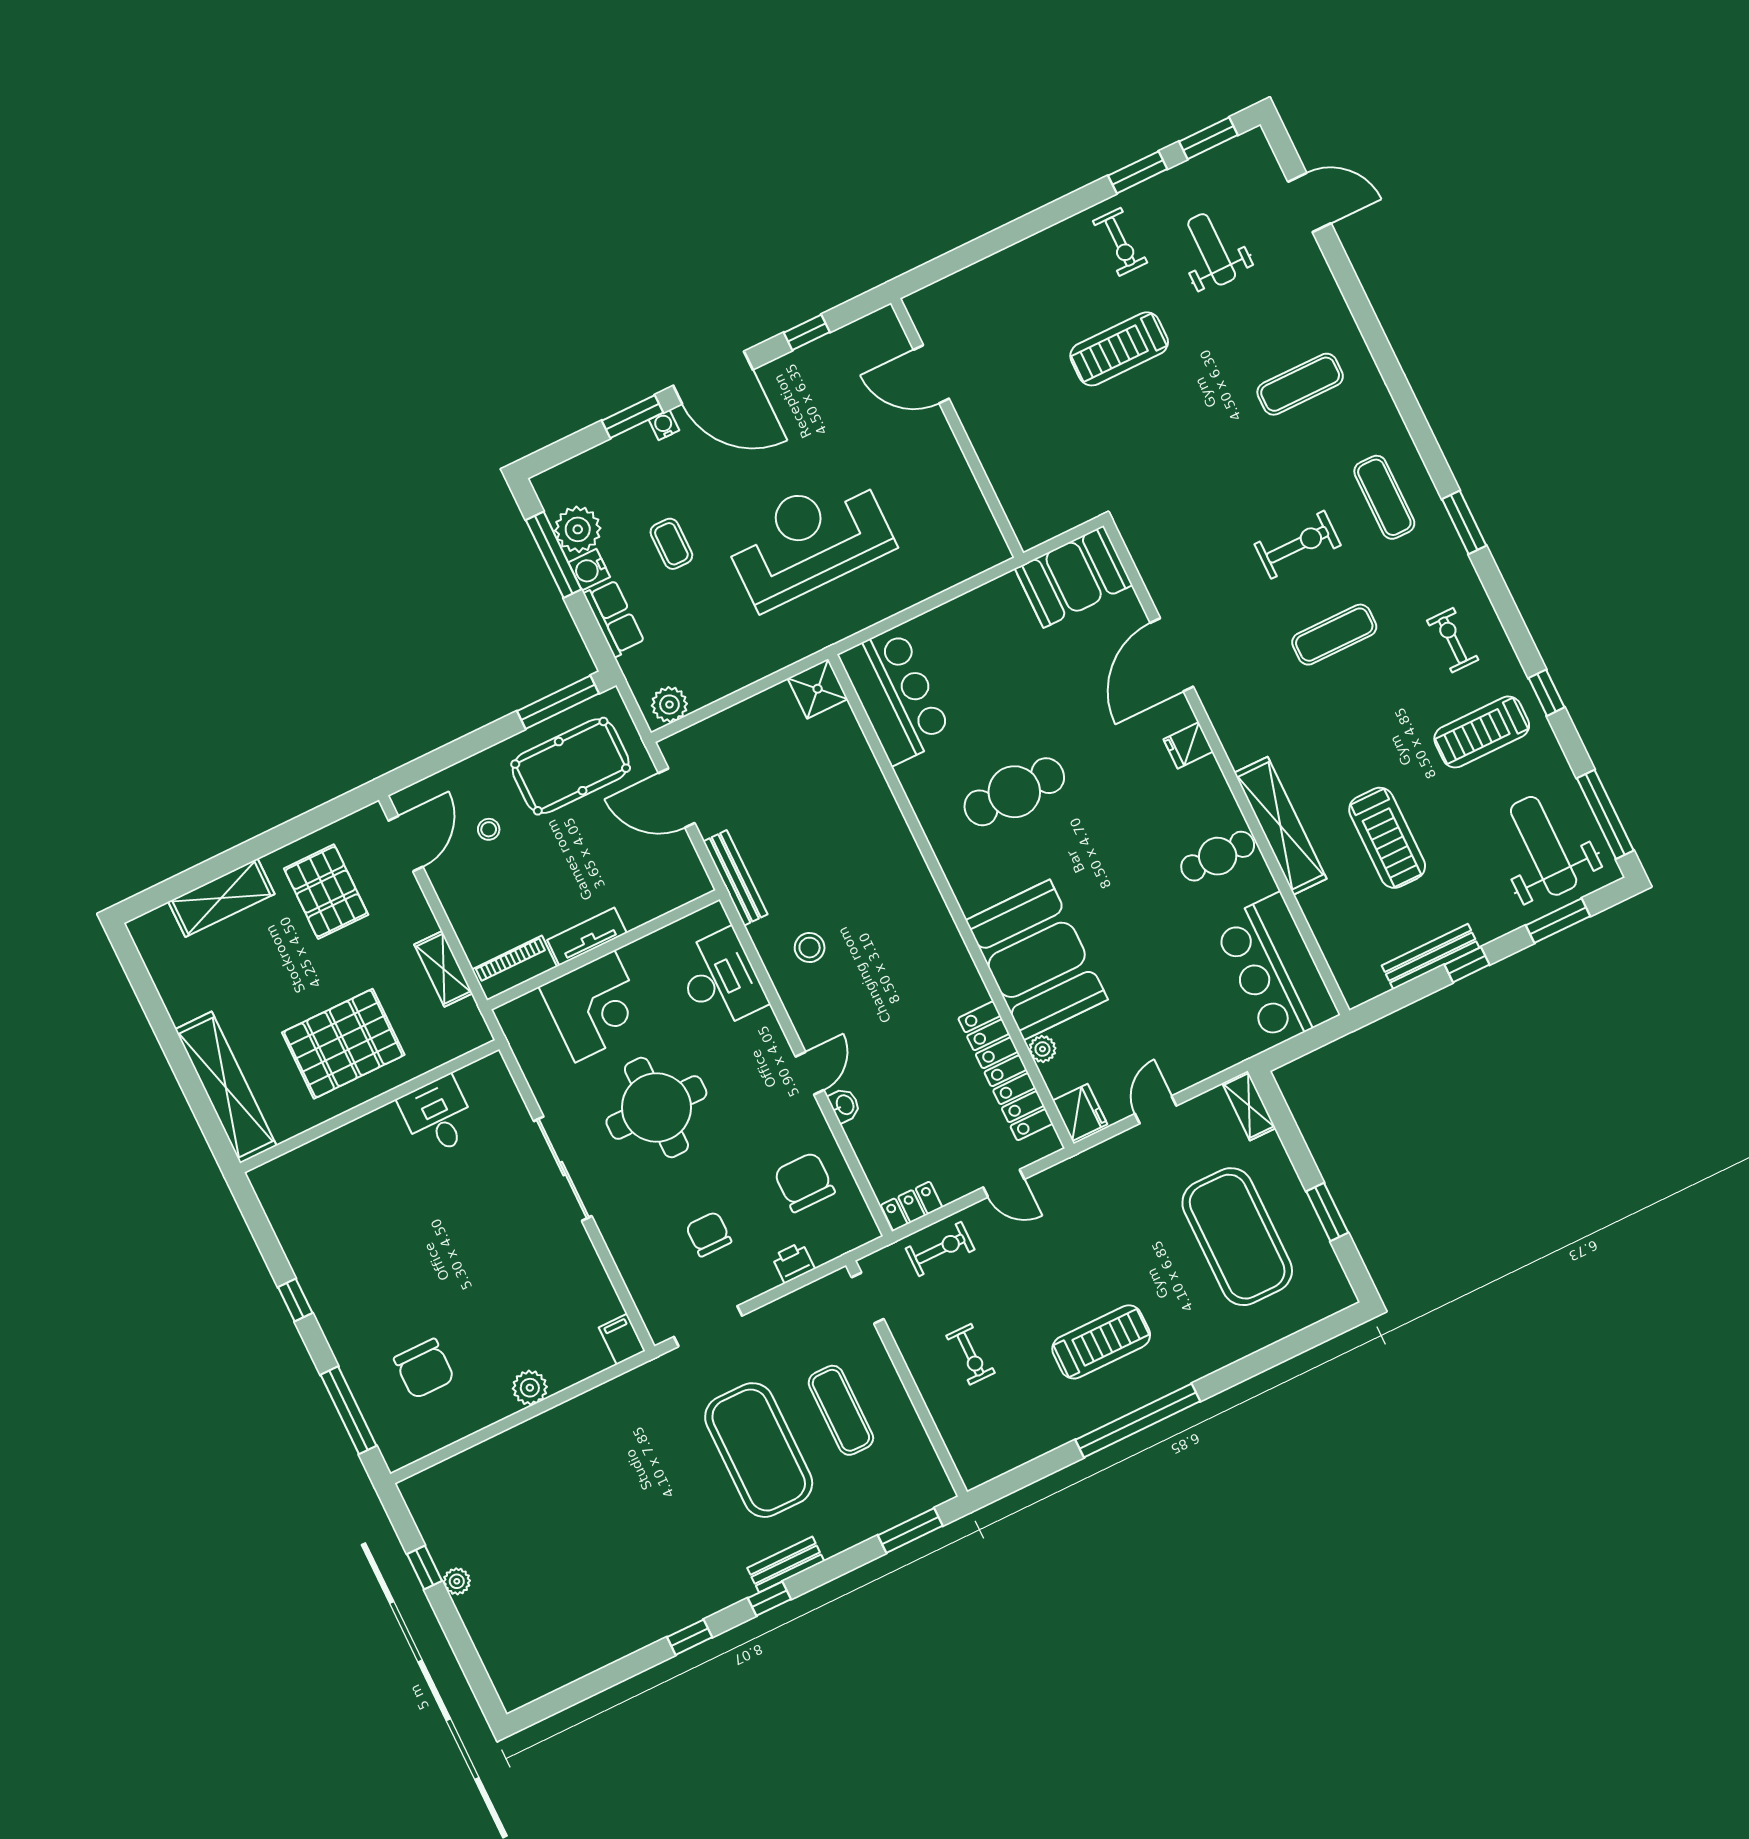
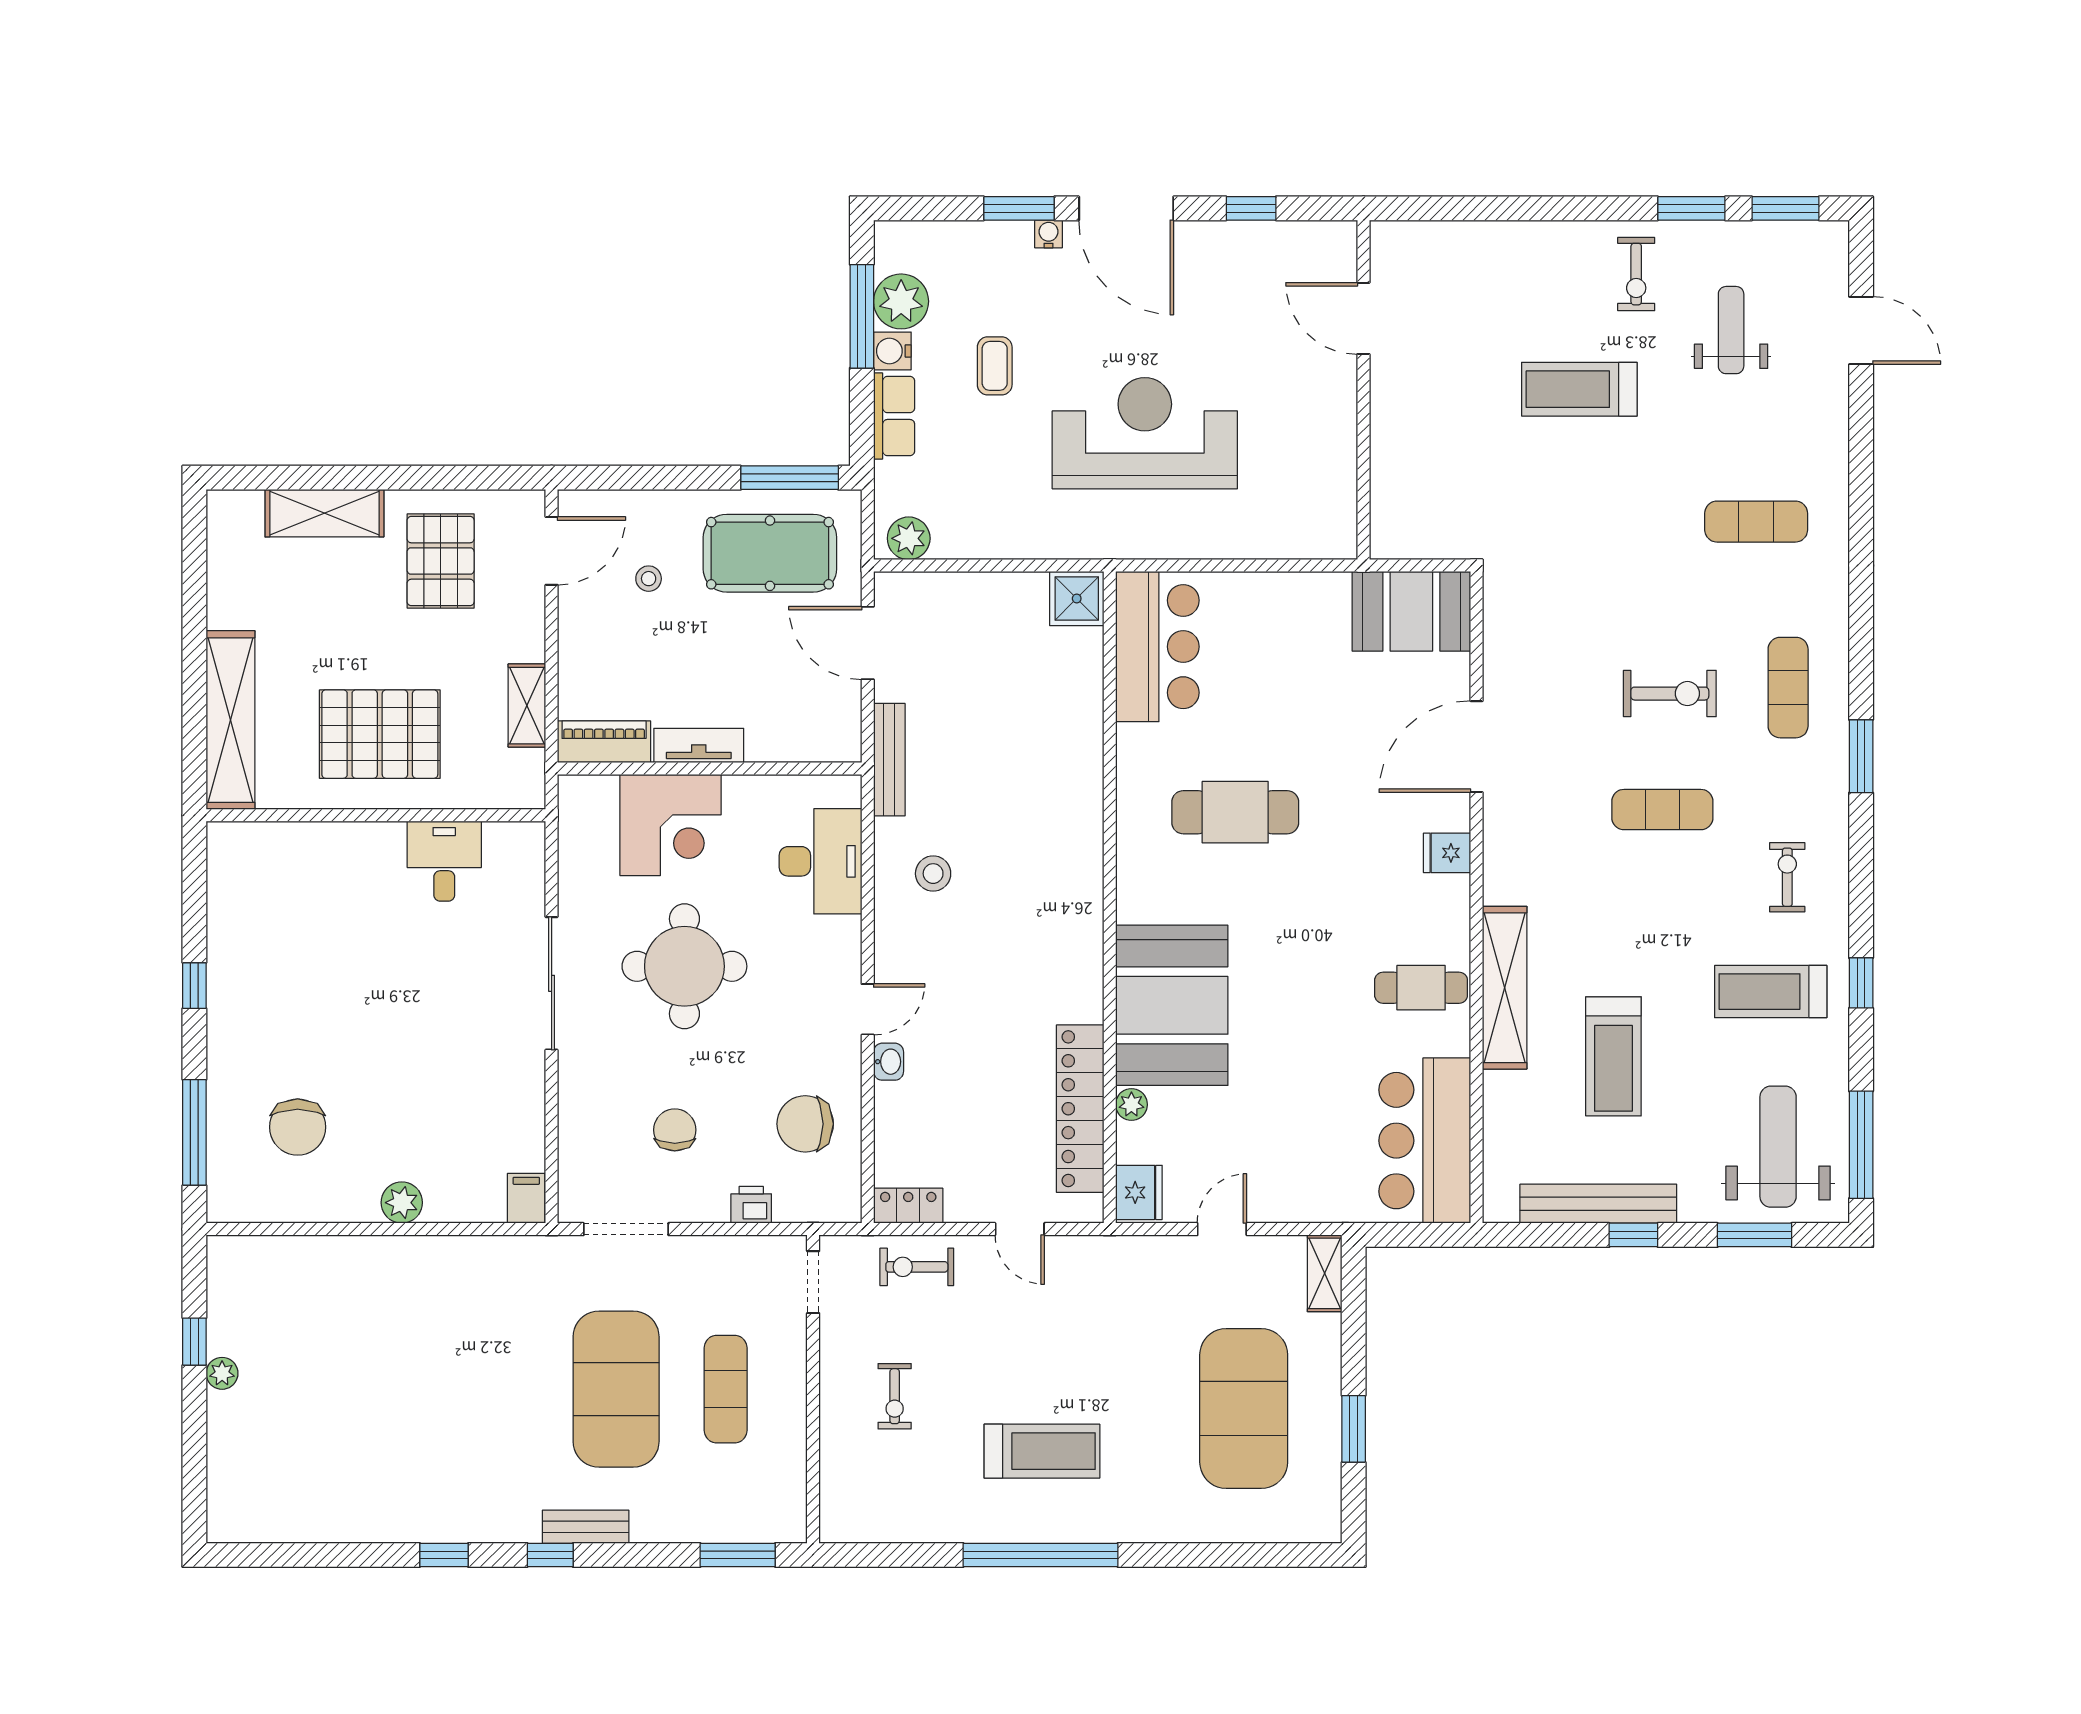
bench: (1431, 957) -> (1598, 1204), width x1.37, depth x1.21
chair: (804, 1182) -> (805, 1124), turned -90
exercise bike: (940, 1249) -> (917, 1267), turned 180

